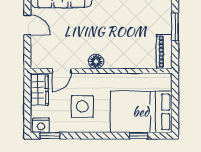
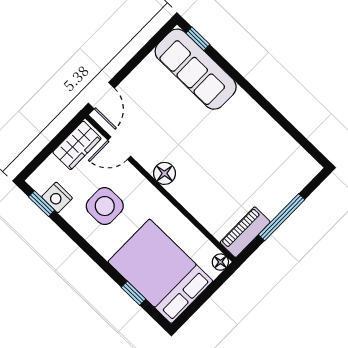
door: (27, 25) -> (101, 96), moved
window: (175, 27) -> (282, 217), width x1.44
floor lamp: (166, 78) -> (220, 262), added
nightstand: (41, 125) -> (57, 197), moved

